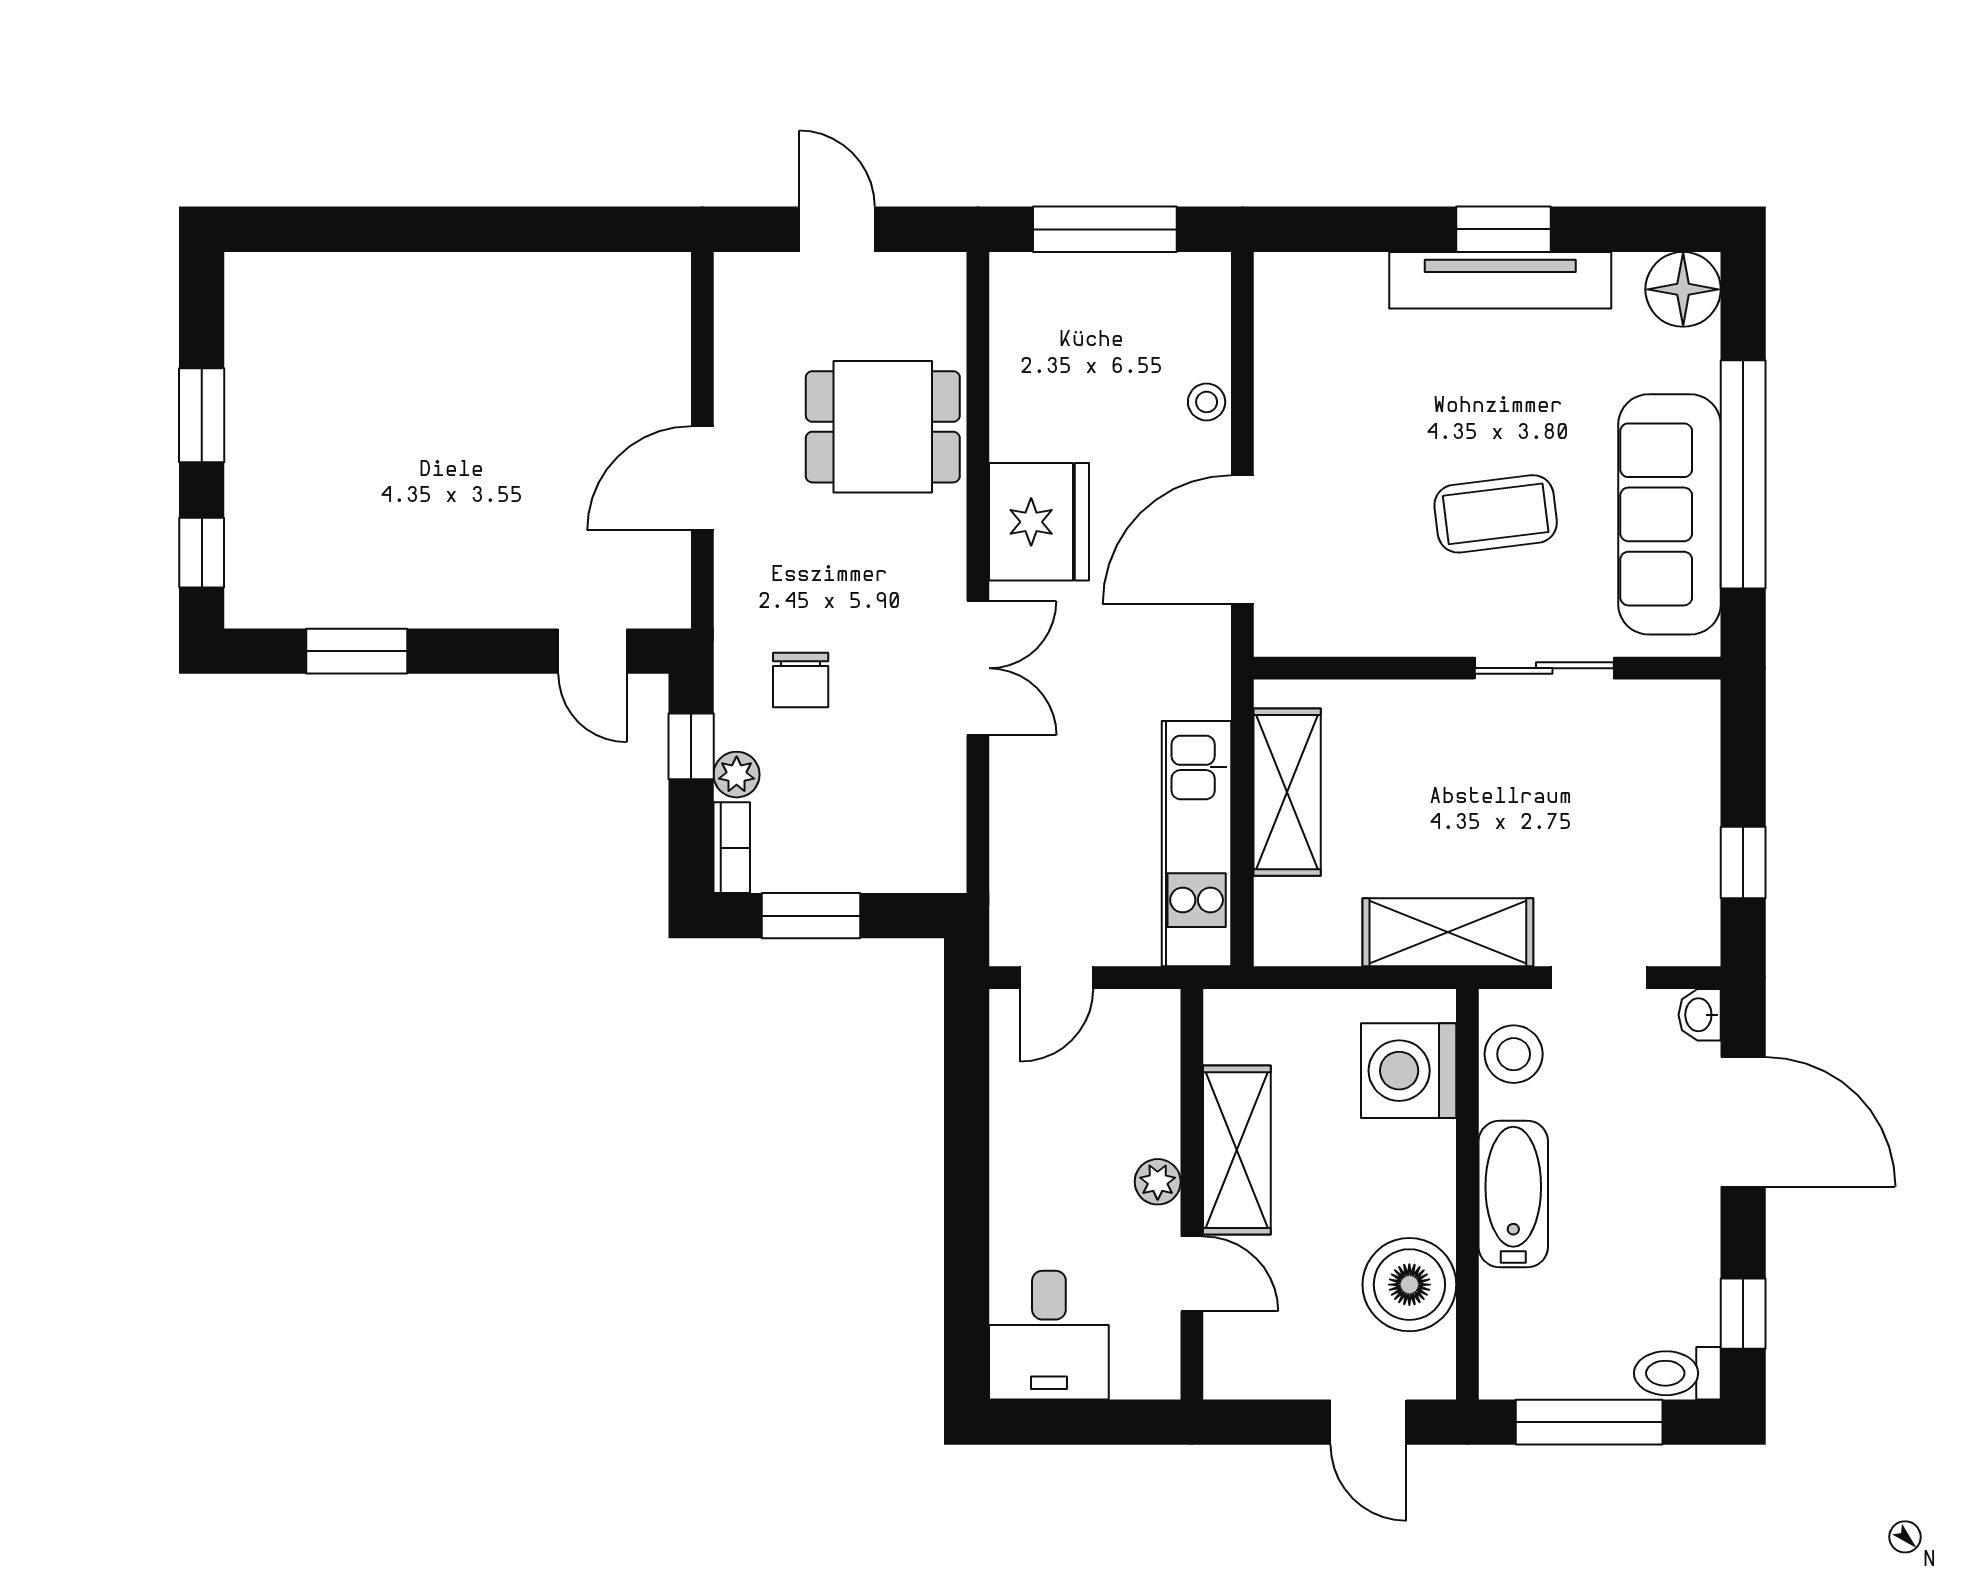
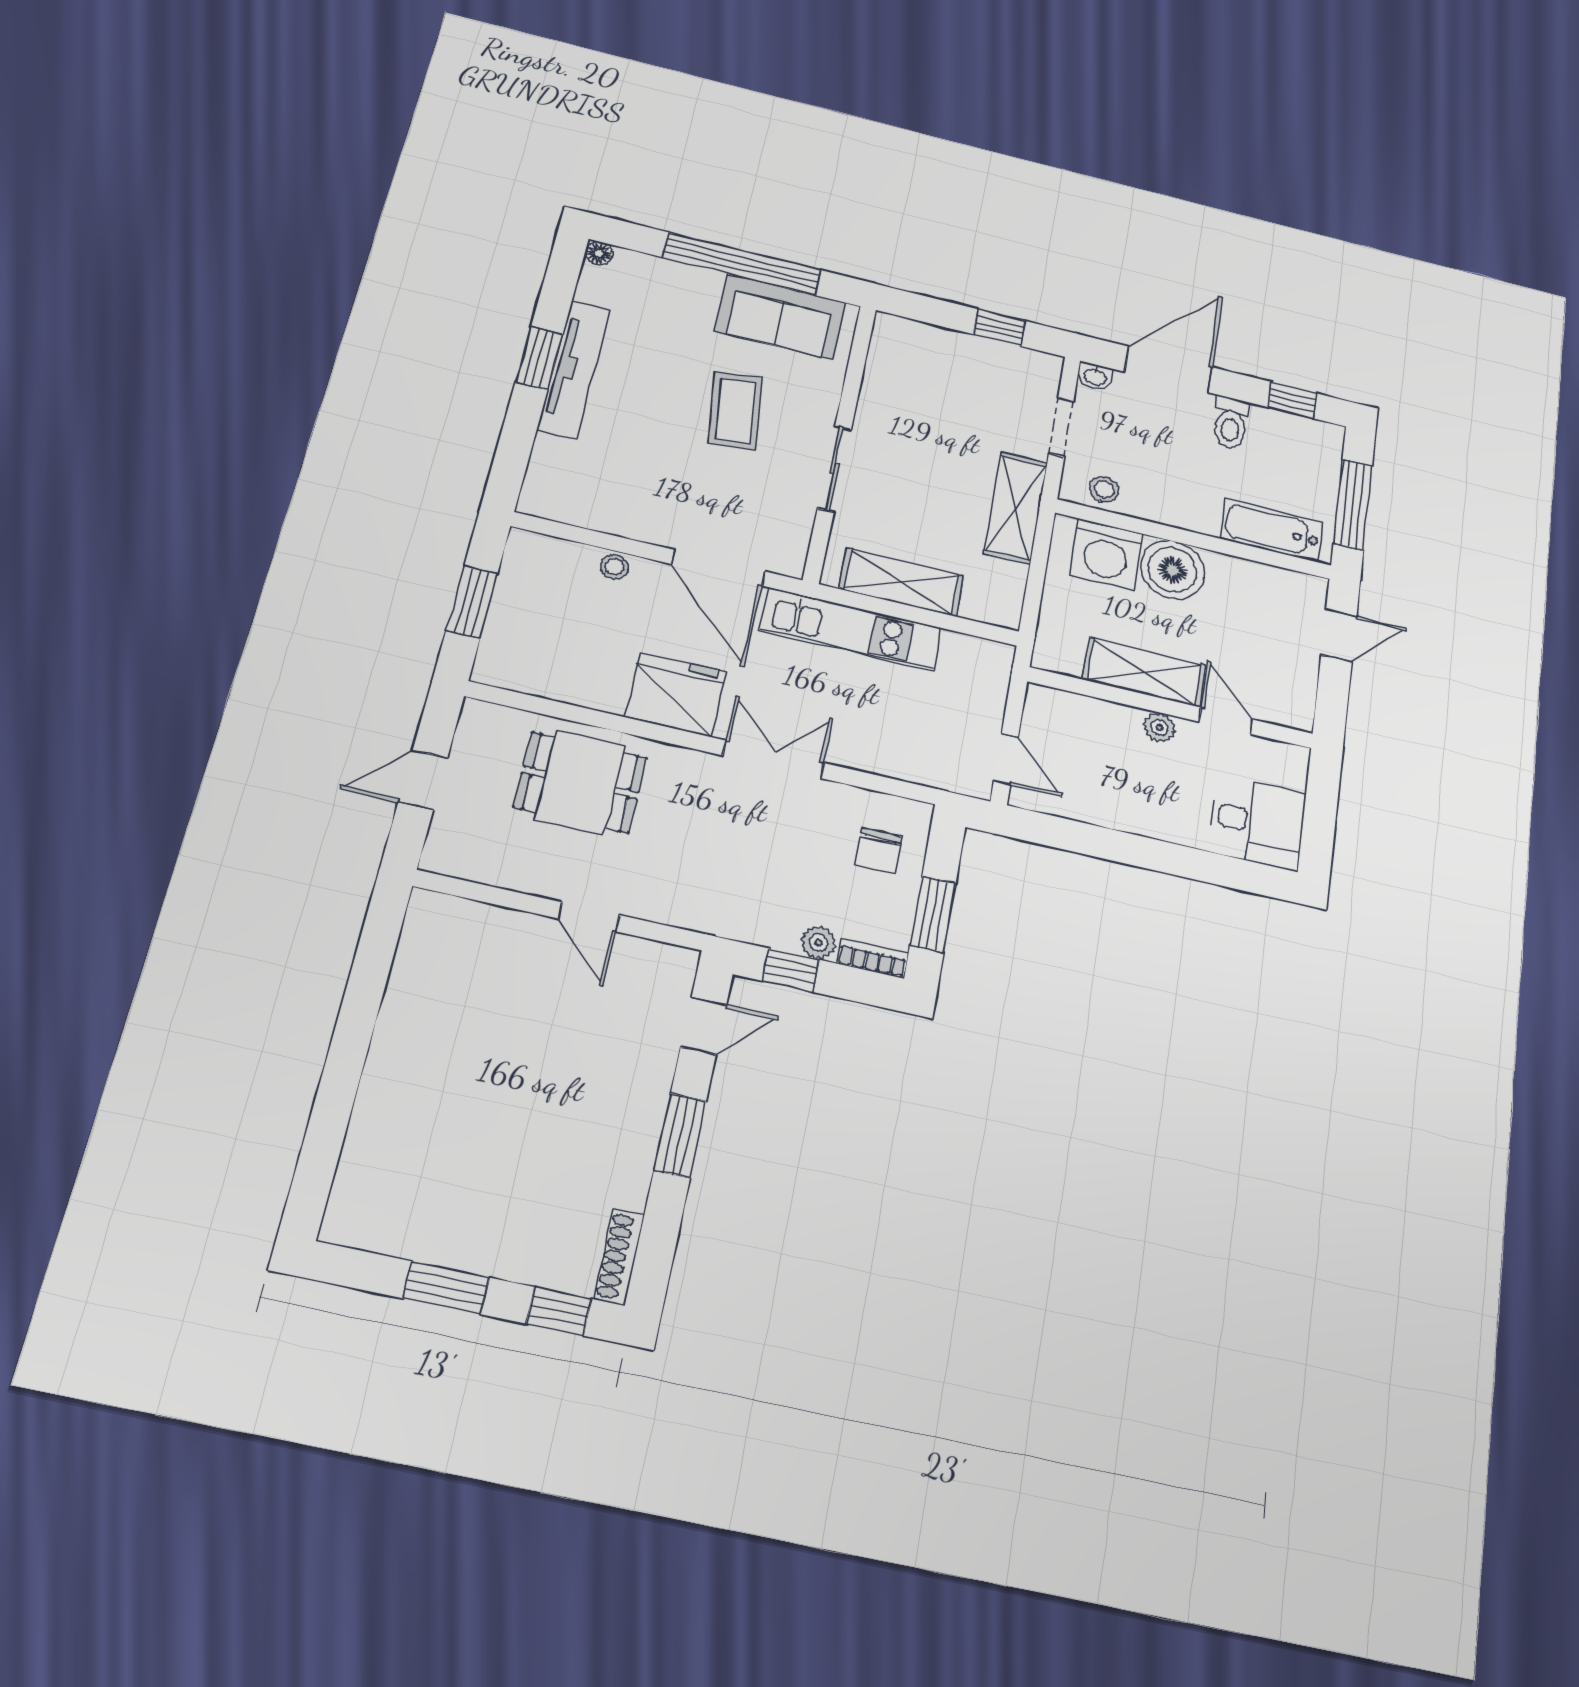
window: (1105, 229) -> (472, 602), width x0.69
floor lamp: (1683, 289) -> (599, 253), width x0.53, depth x0.53
dining table: (883, 427) -> (580, 782), turned 90
door: (702, 478) -> (589, 917), width x0.73
sofa: (1669, 514) -> (780, 317), width x0.73
shoe rack: (281, 609) -> (619, 1257), added
window: (357, 651) -> (680, 1136), moved
sliding door: (1544, 668) -> (834, 469), moved
chair: (801, 680) -> (879, 851), moved, turned 90
kitchen unit: (1197, 844) -> (851, 629), moved
stool: (1514, 1054) -> (1104, 489), width x0.73, depth x0.73
bathtub: (1513, 1194) -> (1272, 530), moved
door: (1192, 1274) -> (1226, 721), hinge flipped
boiler: (1409, 1285) -> (1173, 570), moved
toilet: (1677, 1373) -> (1231, 423), moved

